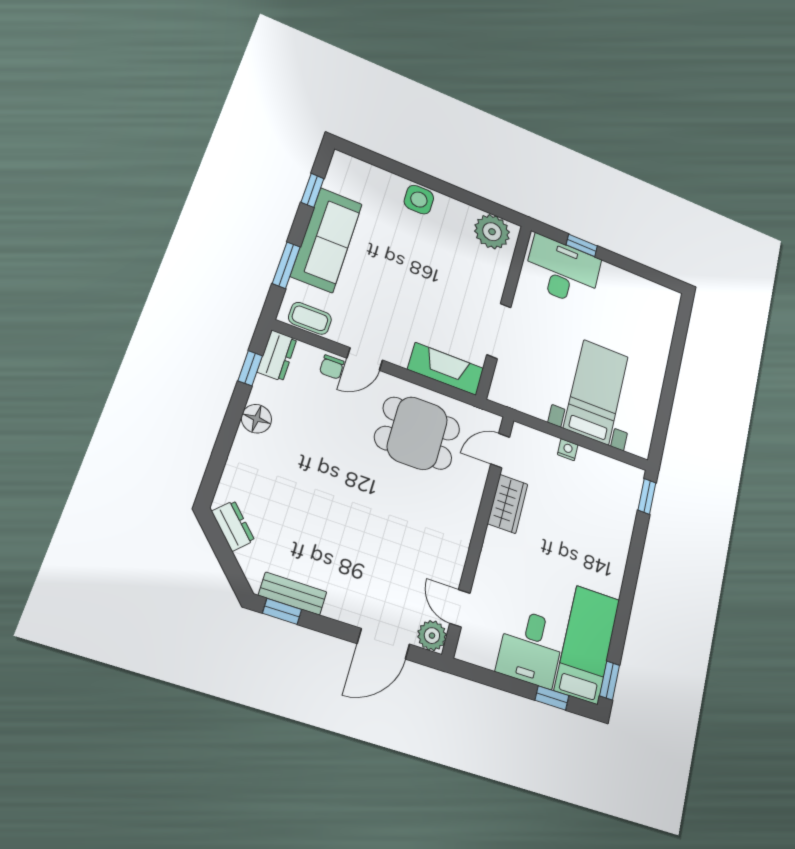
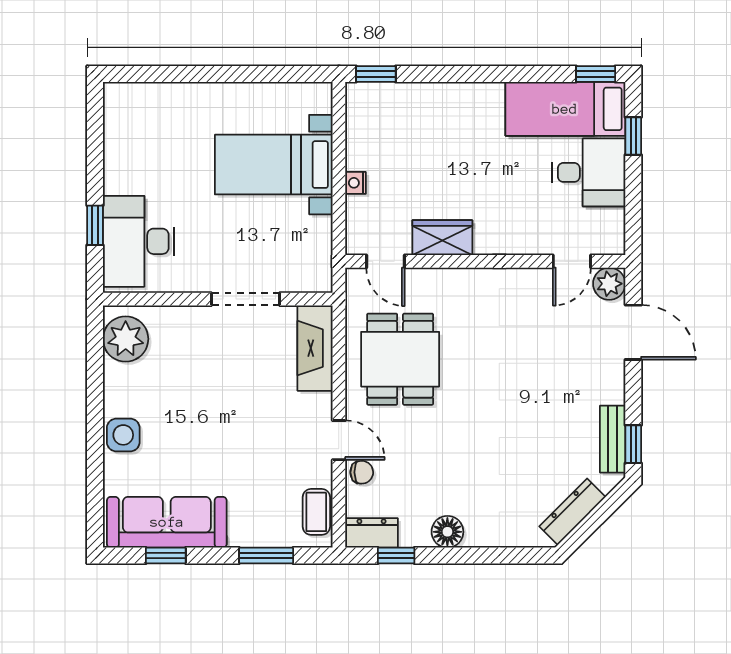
sofa: (327, 240) -> (167, 522), moved
dresser: (233, 526) -> (572, 512), width x1.44

